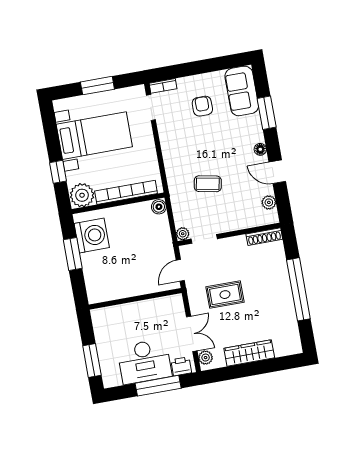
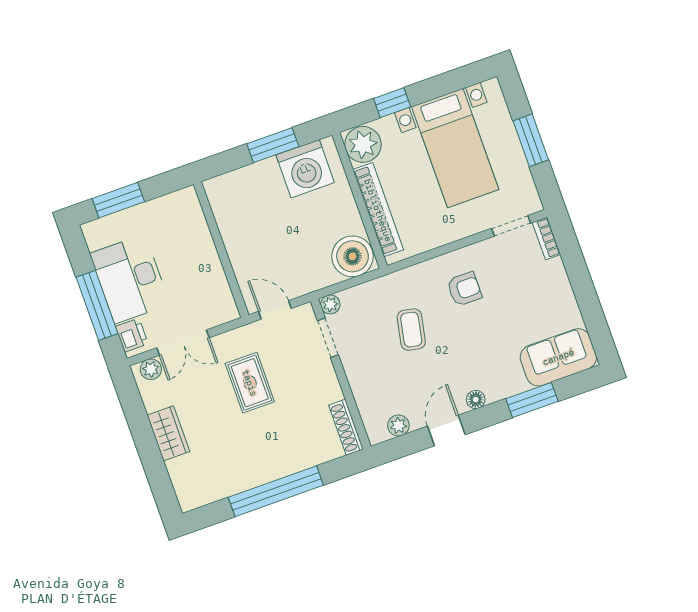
armchair: (202, 106) -> (464, 289), moved
boiler: (159, 207) -> (352, 256), width x1.86, depth x1.86
wardrobe: (249, 353) -> (168, 433), width x0.67

